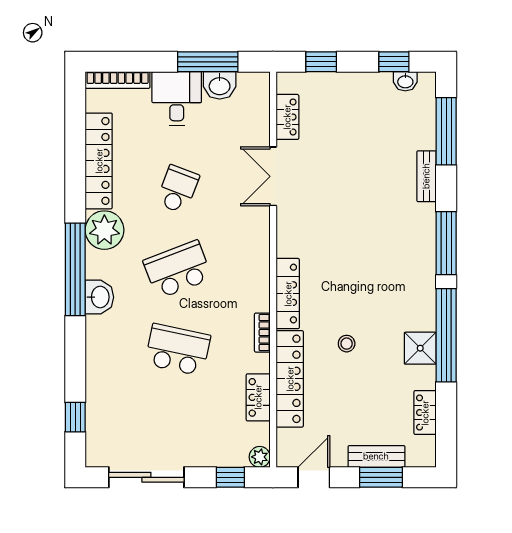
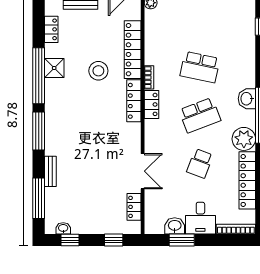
window: (208, 62) -> (182, 240), width x0.69
stool: (347, 344) -> (98, 71), width x1.89, depth x1.89
locker: (258, 397) -> (151, 104), moved

